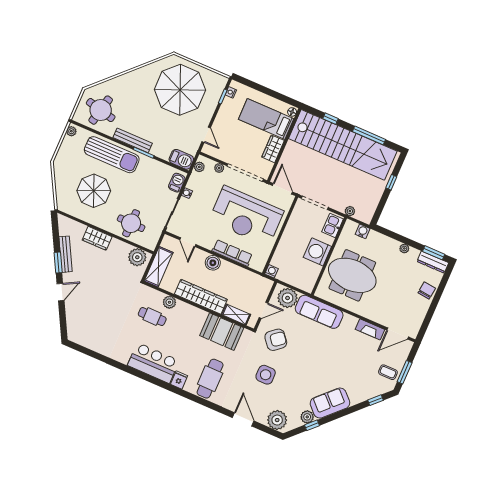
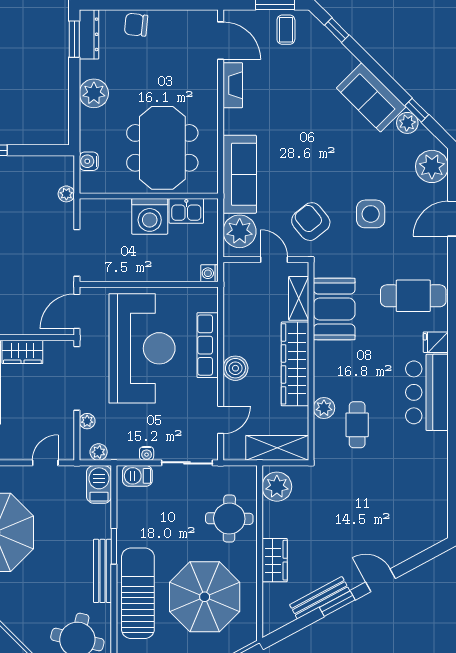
parasol: (94, 191) -> (205, 597), width x1.36, depth x1.36
kitchen sink: (333, 225) -> (186, 211), moved
plant: (404, 248) -> (94, 93), width x1.87, depth x1.87

